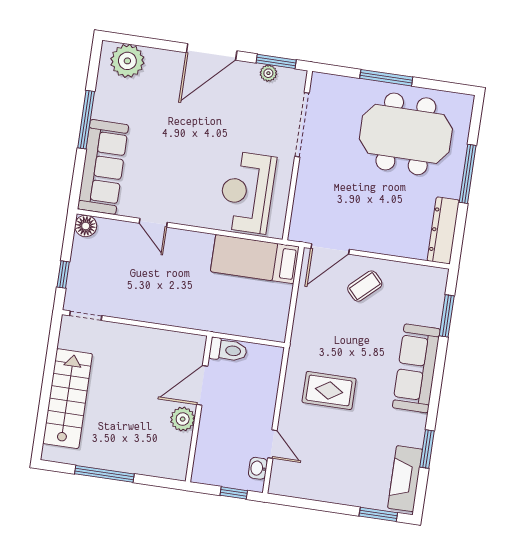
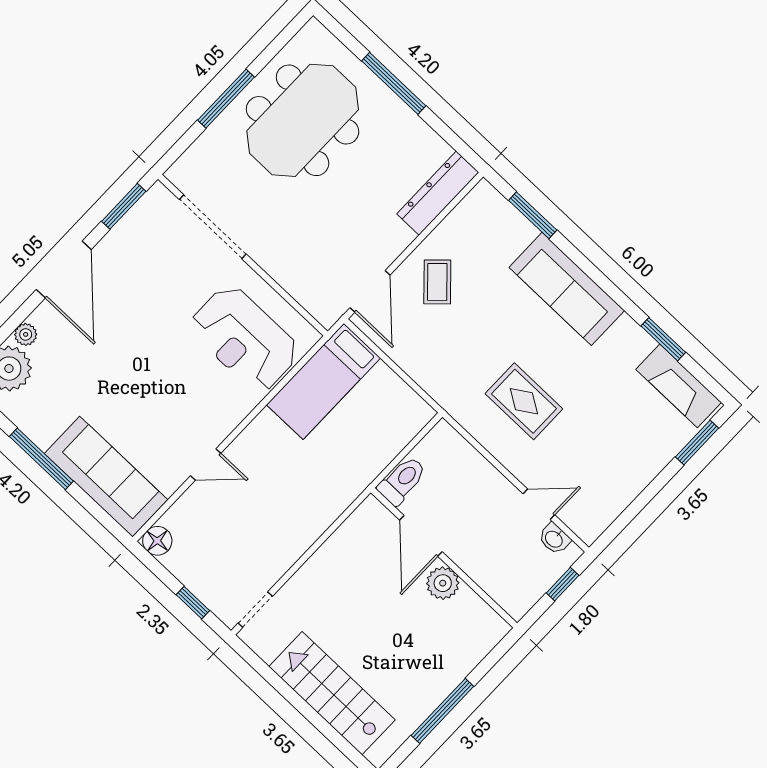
plant: (268, 73) -> (26, 334), moved
dresser: (443, 230) -> (438, 193), moved, turned 90
rug: (329, 390) -> (524, 401), turned 90

